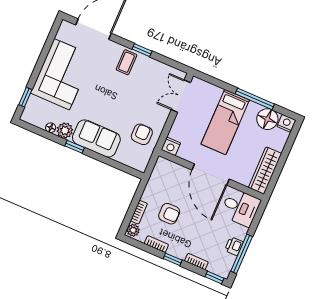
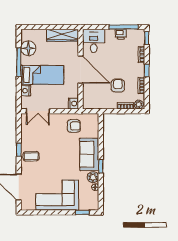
nightstand: (286, 123) -> (26, 91), moved
armchair: (142, 134) -> (74, 126), turned 180
door: (211, 175) -> (81, 70), hinge flipped

